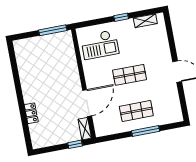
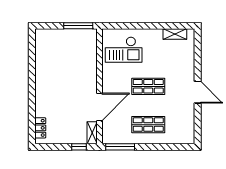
window: (121, 17) -> (151, 26), removed
locker: (31, 113) -> (40, 128), moved
window: (146, 131) -> (120, 147), moved

